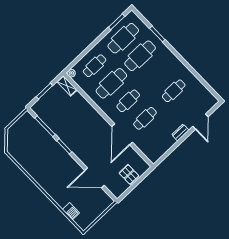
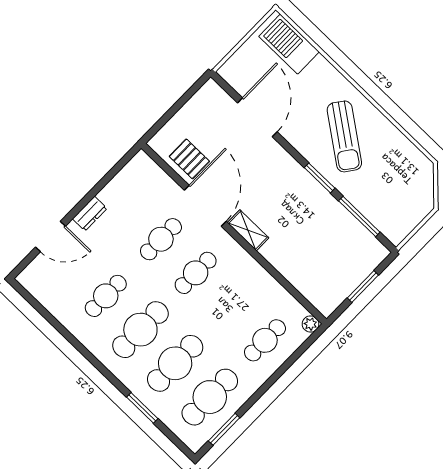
cafe table: (111, 83) -> (140, 330), moved
shelving: (67, 86) -> (248, 230), moved
door: (200, 122) -> (50, 237), swing flipped
sun lounger: (51, 167) -> (344, 136), added
pallet: (129, 174) -> (189, 159), moved
door: (94, 178) -> (257, 117), hinge flipped
barbecue: (71, 211) -> (289, 44), width x1.88, depth x1.53

